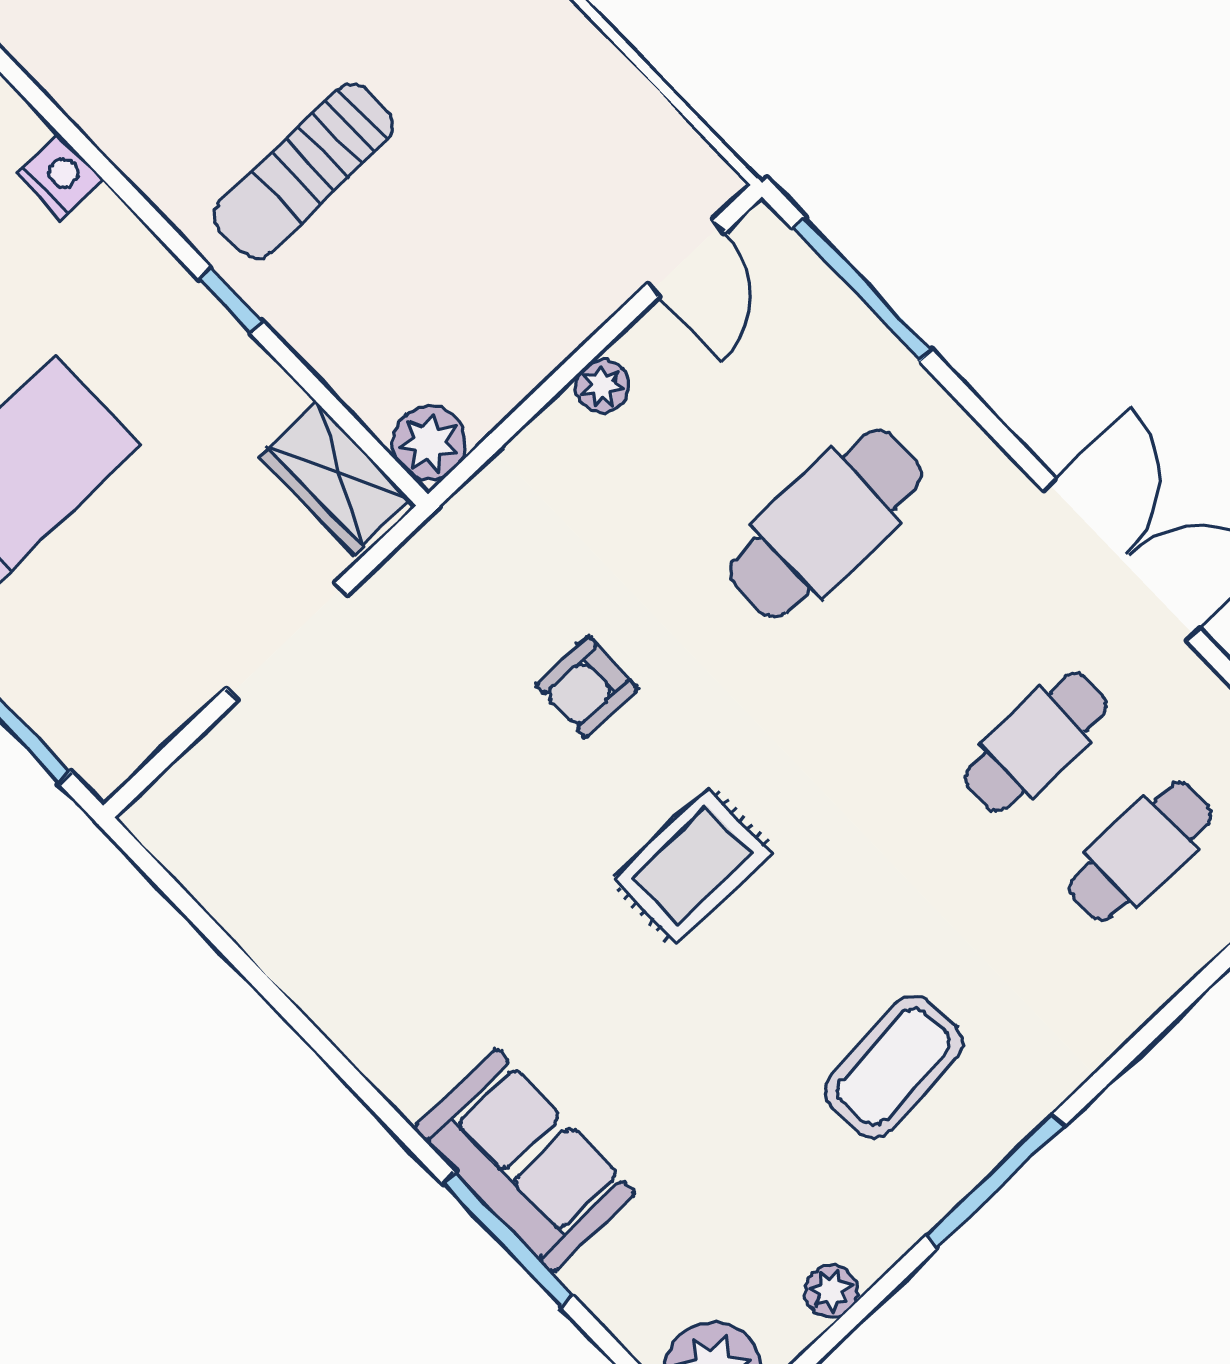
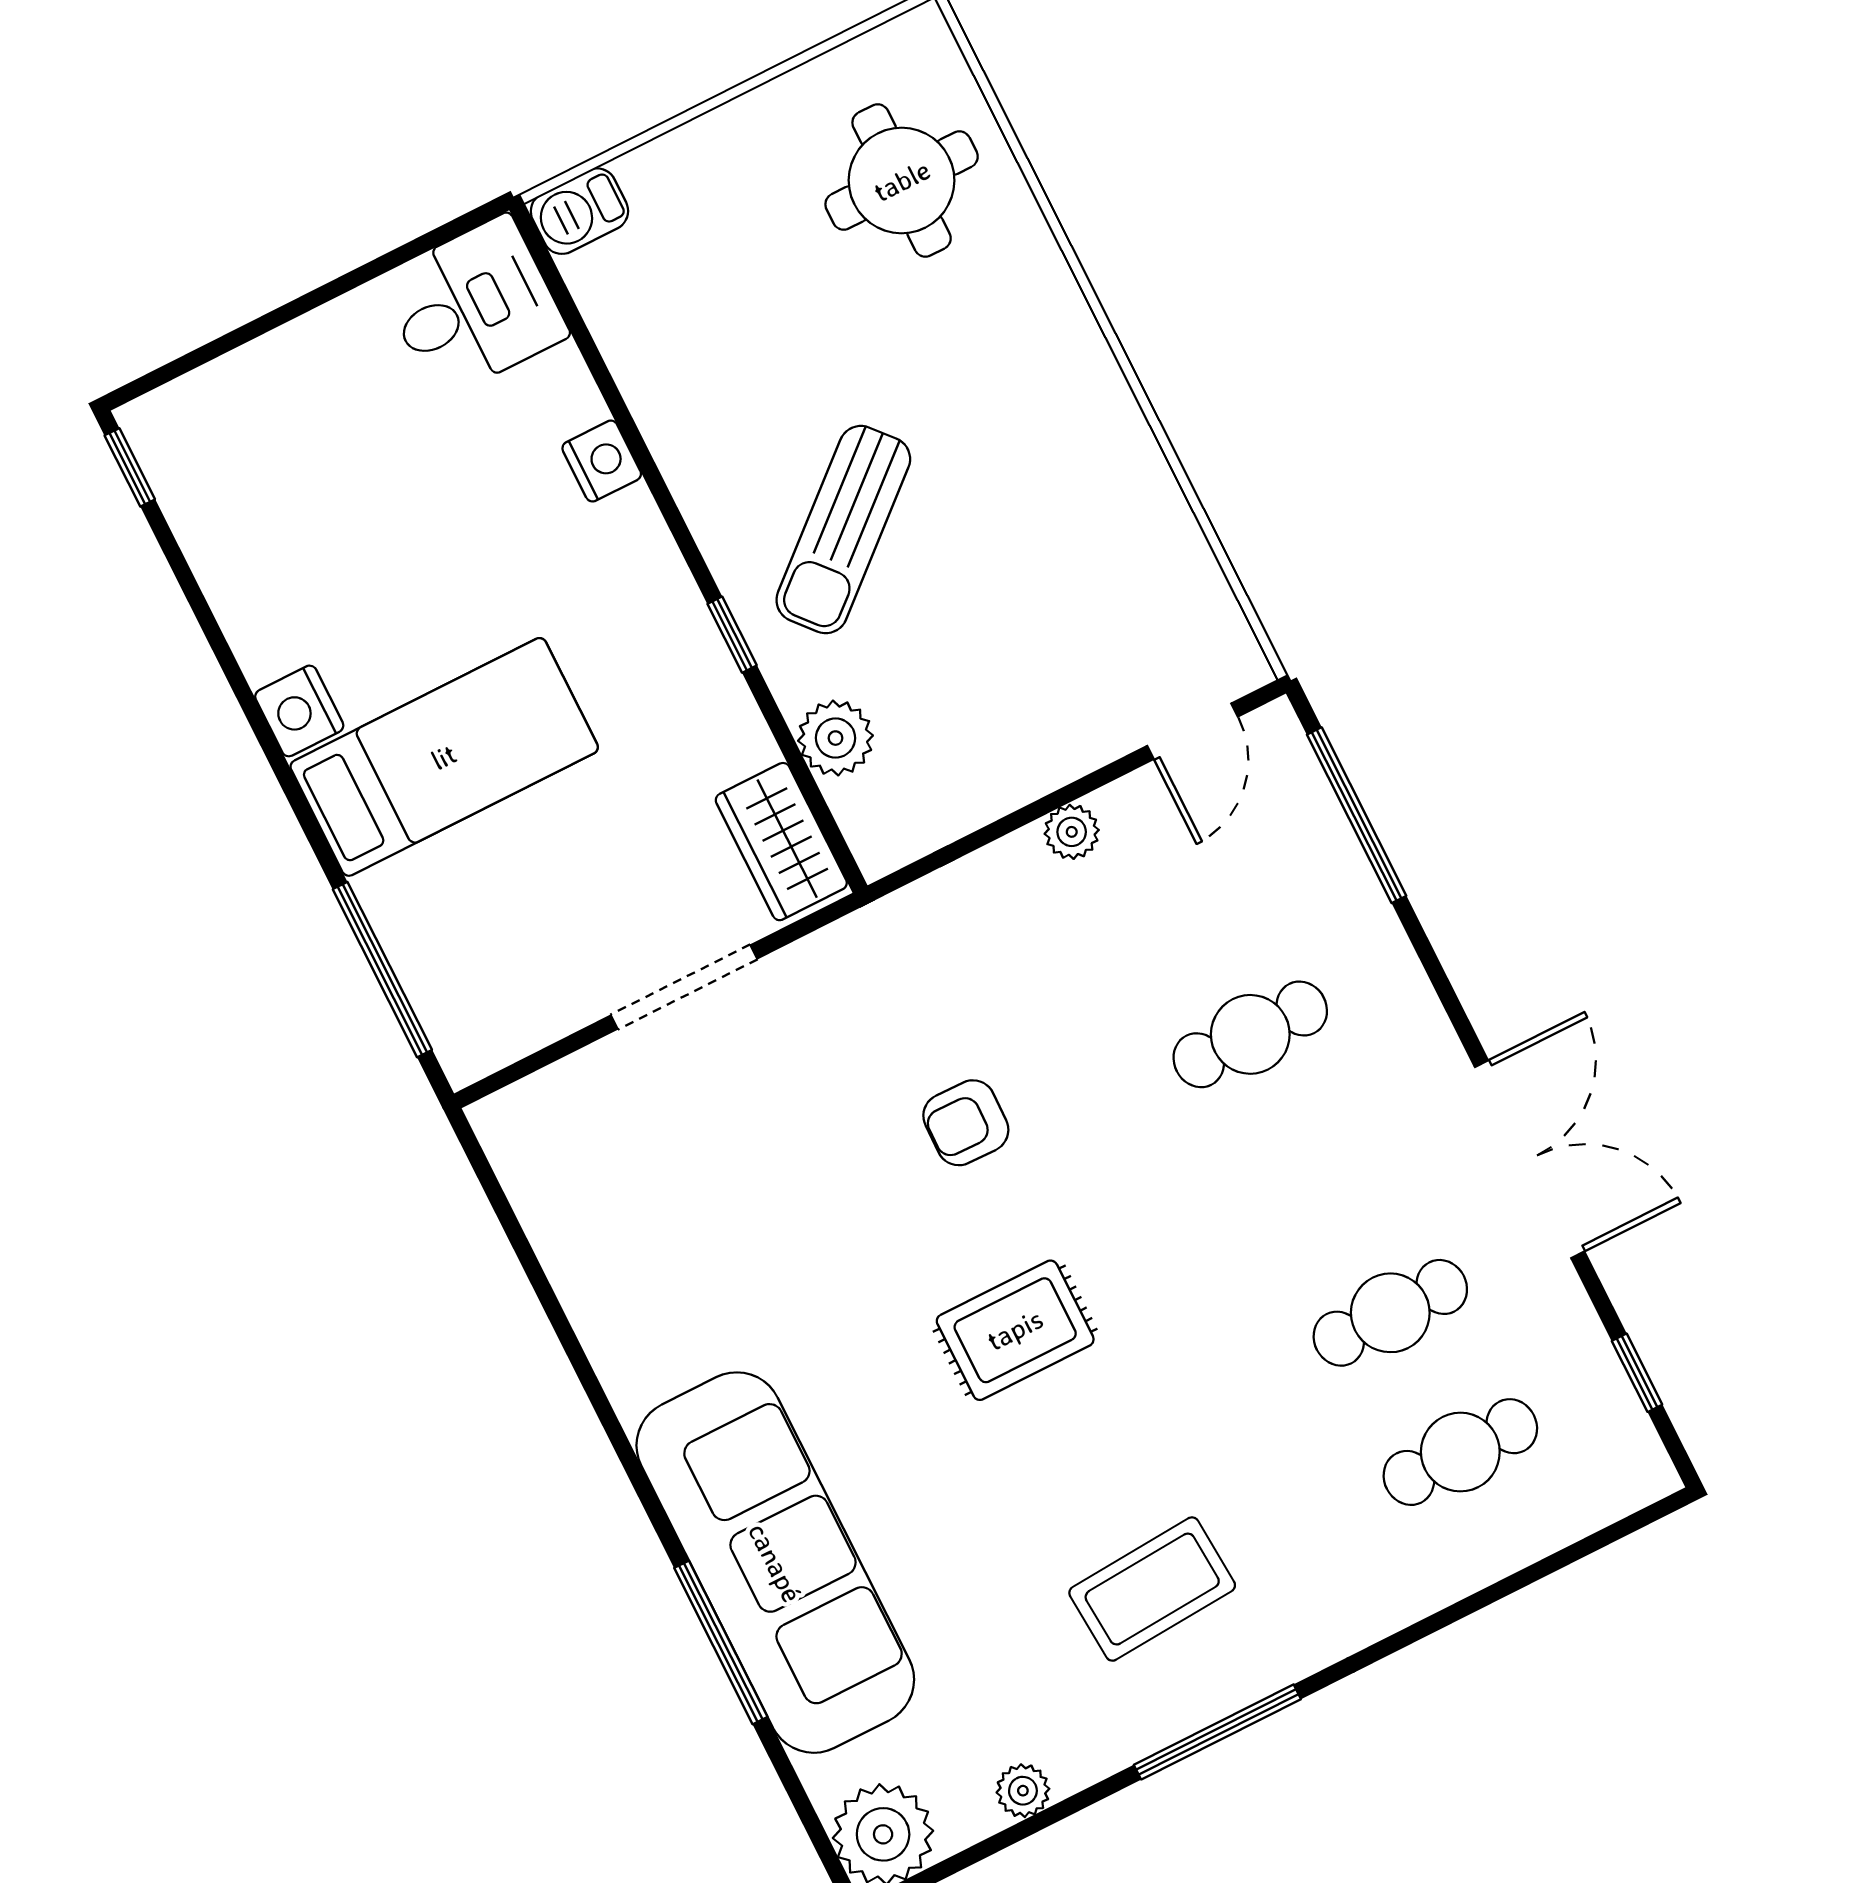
sun lounger: (304, 171) -> (843, 530), turned -41
plant: (429, 443) -> (836, 738), moved
cafe table: (826, 523) -> (1250, 1034), width x0.73, depth x0.74
sofa: (524, 1161) -> (775, 1563), width x1.85, depth x1.27

